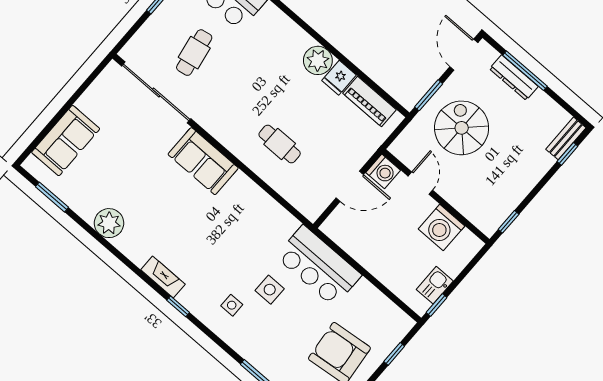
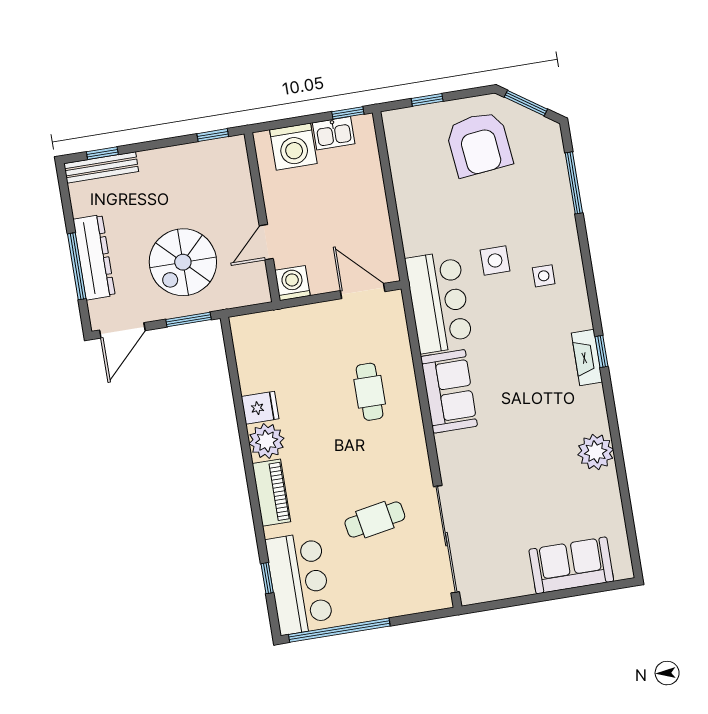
cafe table: (194, 53) -> (375, 520), moved
dresser: (514, 78) -> (94, 257), width x1.37, depth x1.24
piano: (370, 101) -> (271, 493), moved
bench: (566, 138) -> (101, 167), width x1.36
sofa: (203, 161) -> (449, 391), moved
door: (350, 186) -> (363, 291), moved
window: (52, 197) -> (629, 522), removed
washing machine: (442, 227) -> (293, 147), moved, turned 90
bar counter: (319, 266) -> (439, 302), moved
window: (178, 306) -> (601, 352), moved

